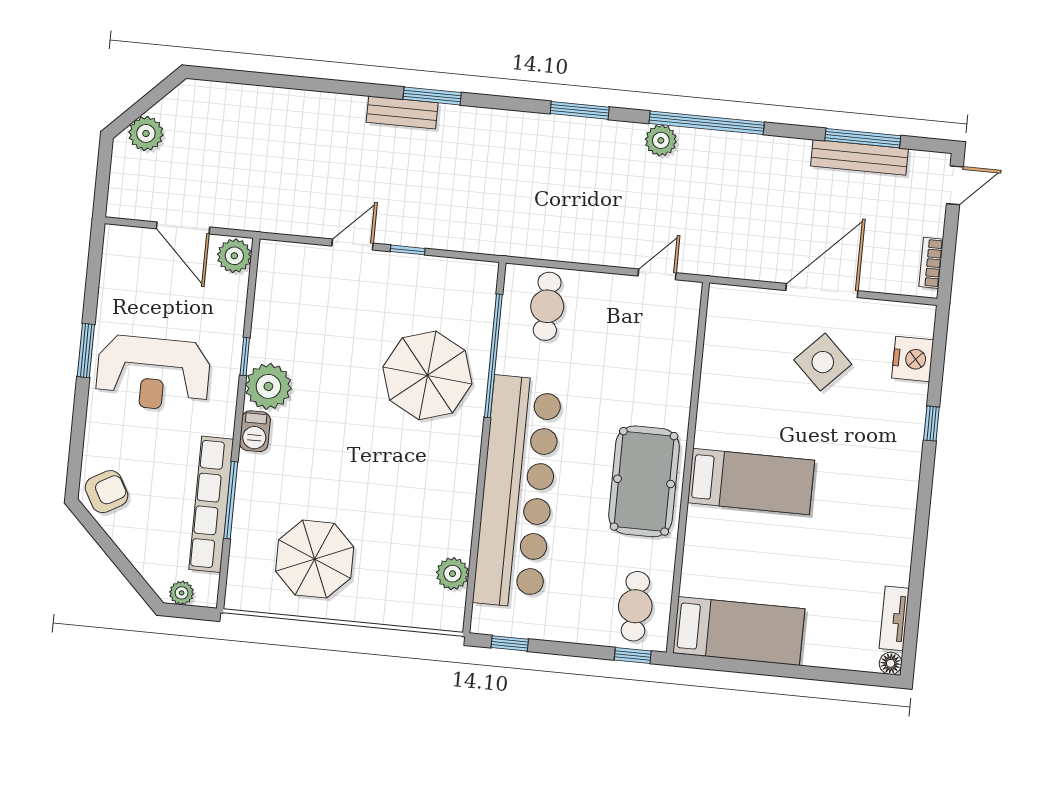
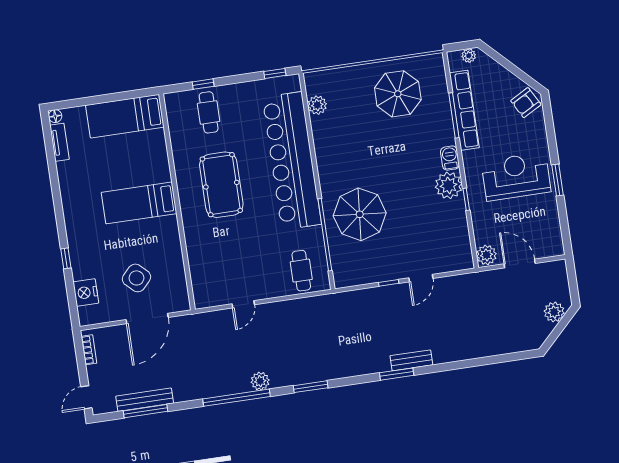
wall: (688, 468) -> (177, 202), moved
bed: (751, 482) -> (139, 203), moved
bed: (739, 631) -> (125, 116), moved

